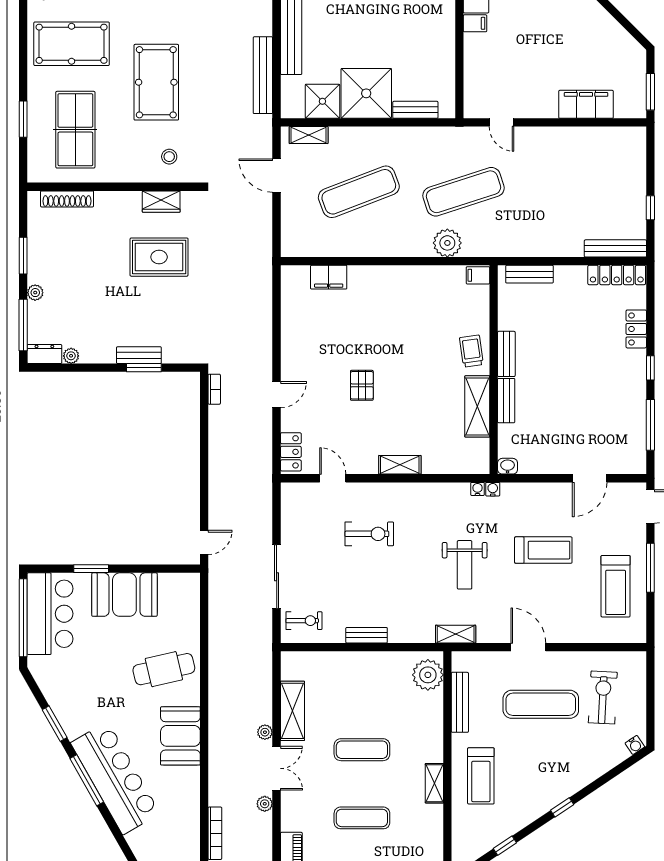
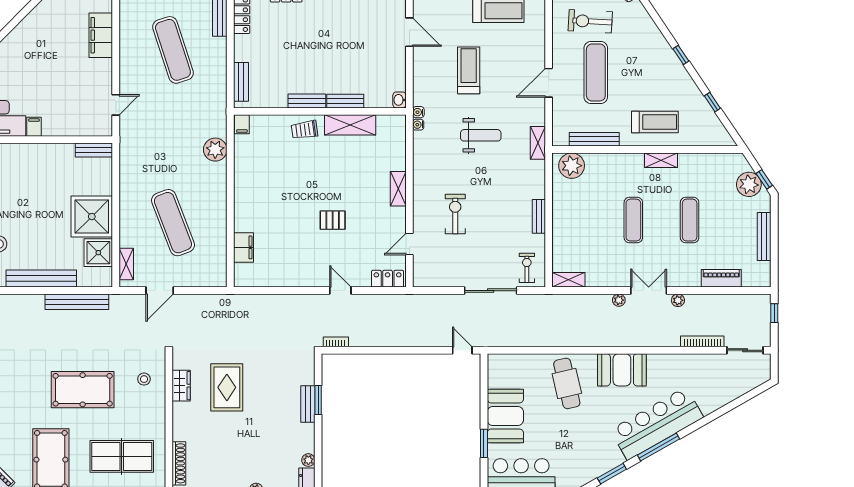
bench: (415, 110) -> (94, 150), moved, turned 90
exercise mat: (463, 192) -> (173, 50), moved
shelving: (292, 711) -> (568, 280), moved, width x0.67, depth x0.75

